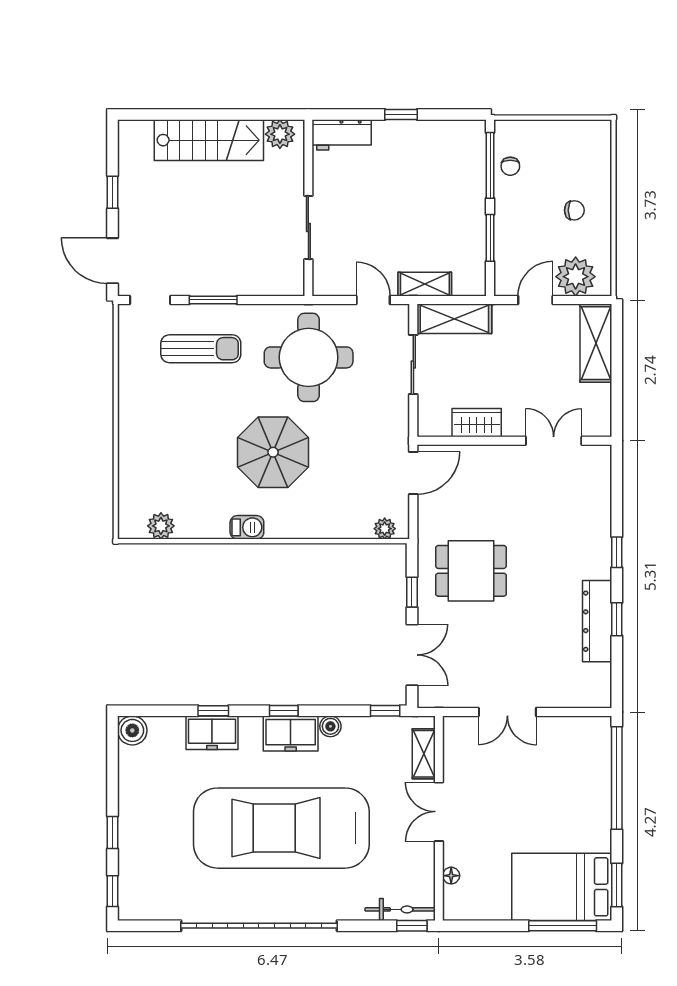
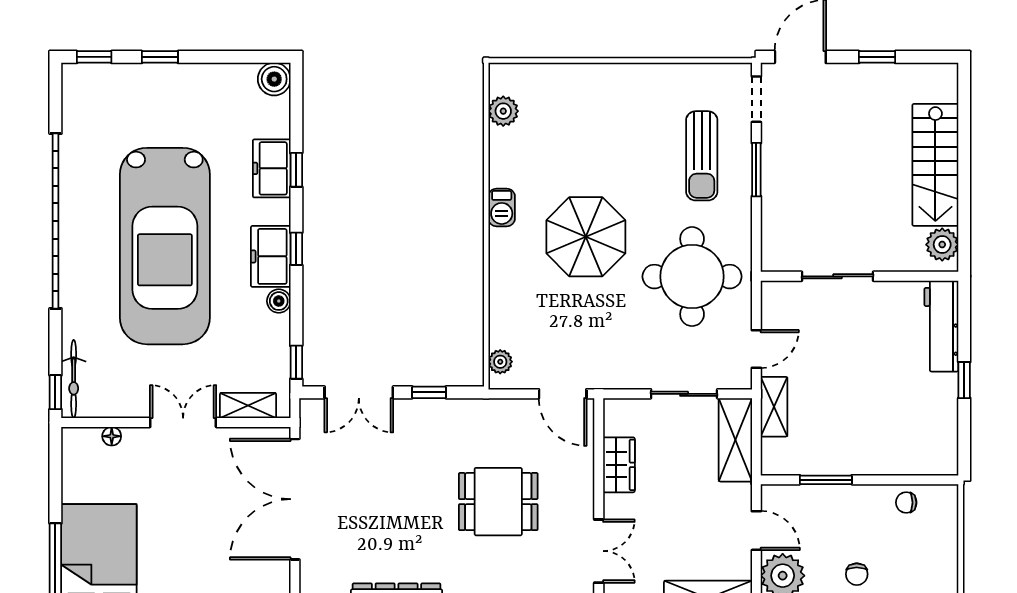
workbench: (342, 135) -> (941, 326), width x1.38
window: (490, 165) -> (907, 480), removed
dining table: (471, 571) -> (498, 502), moved, turned 90
double door: (507, 712) -> (295, 499), width x1.87
car: (281, 828) -> (165, 246), turned 180

